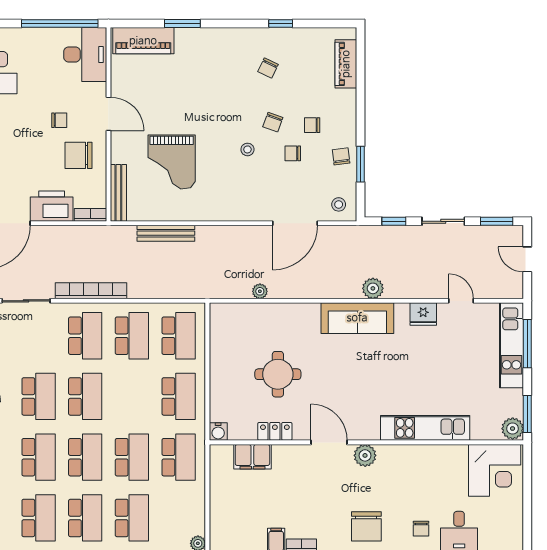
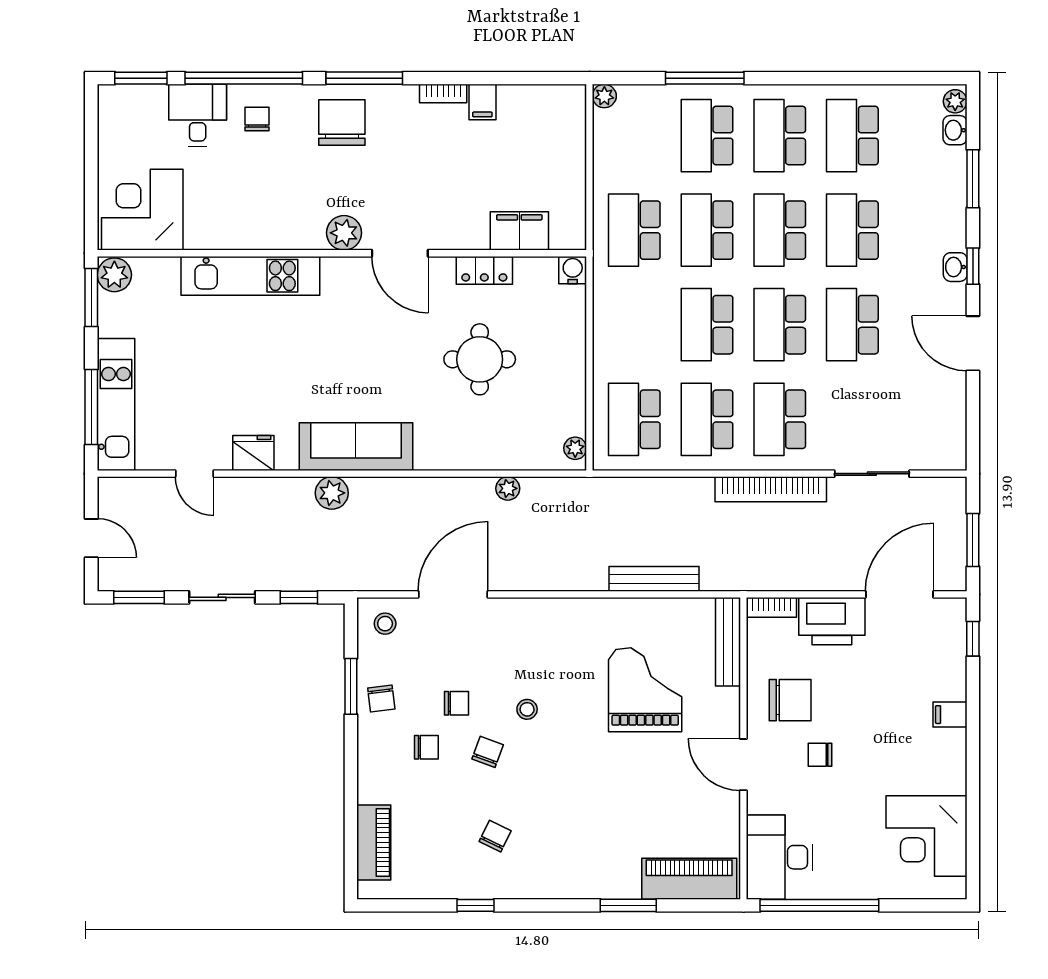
plant: (217, 317) -> (575, 448), added
school desk: (179, 396) -> (707, 325), moved

